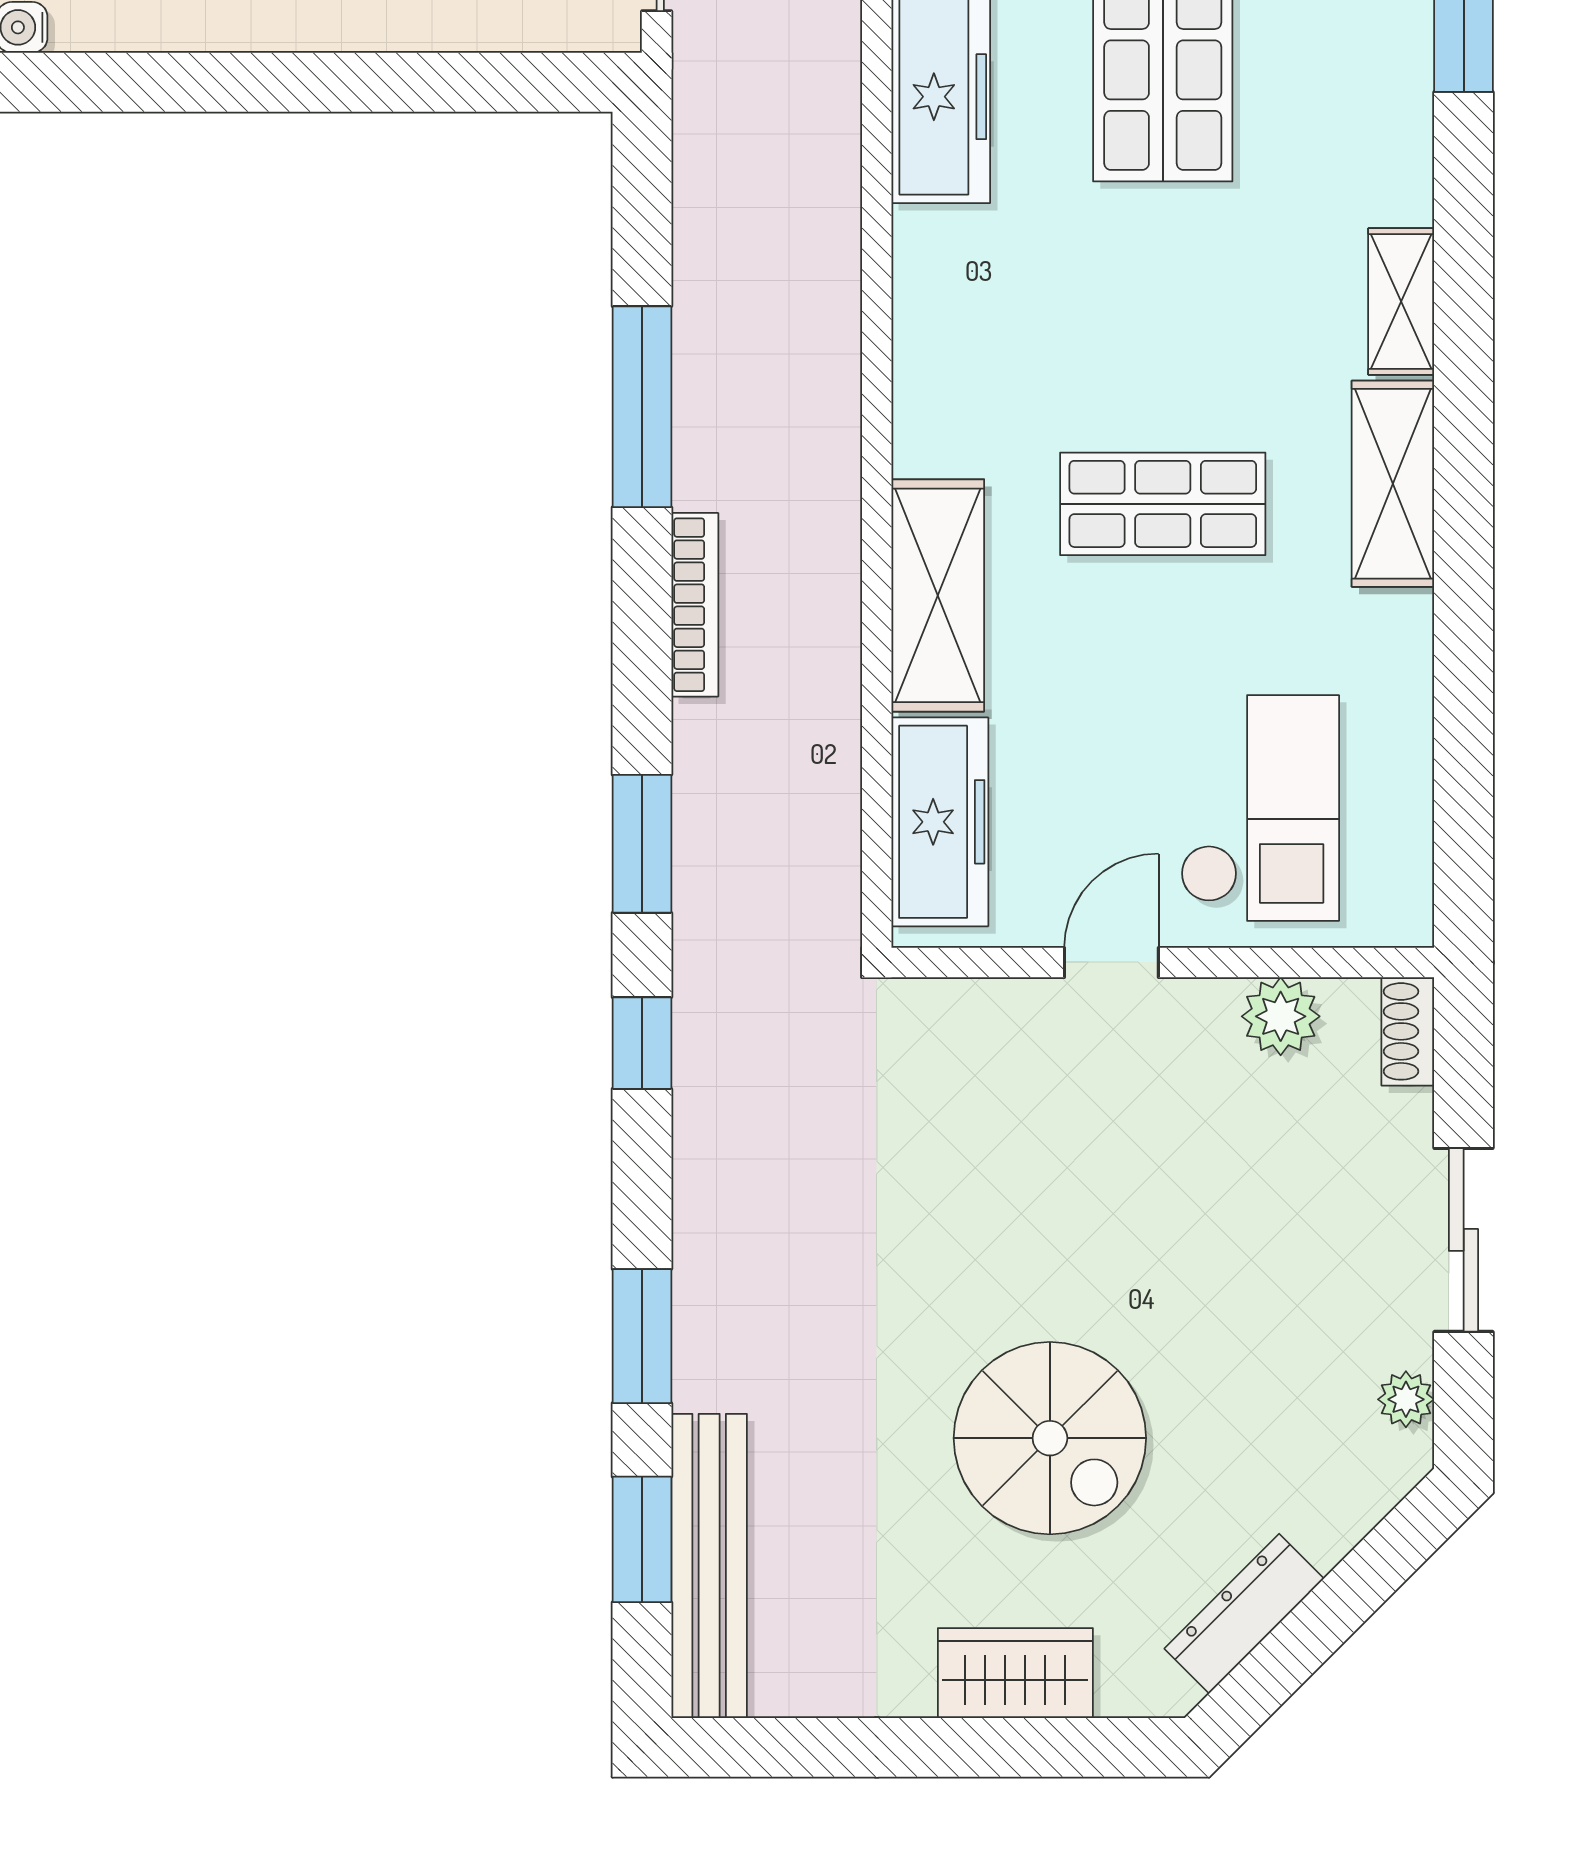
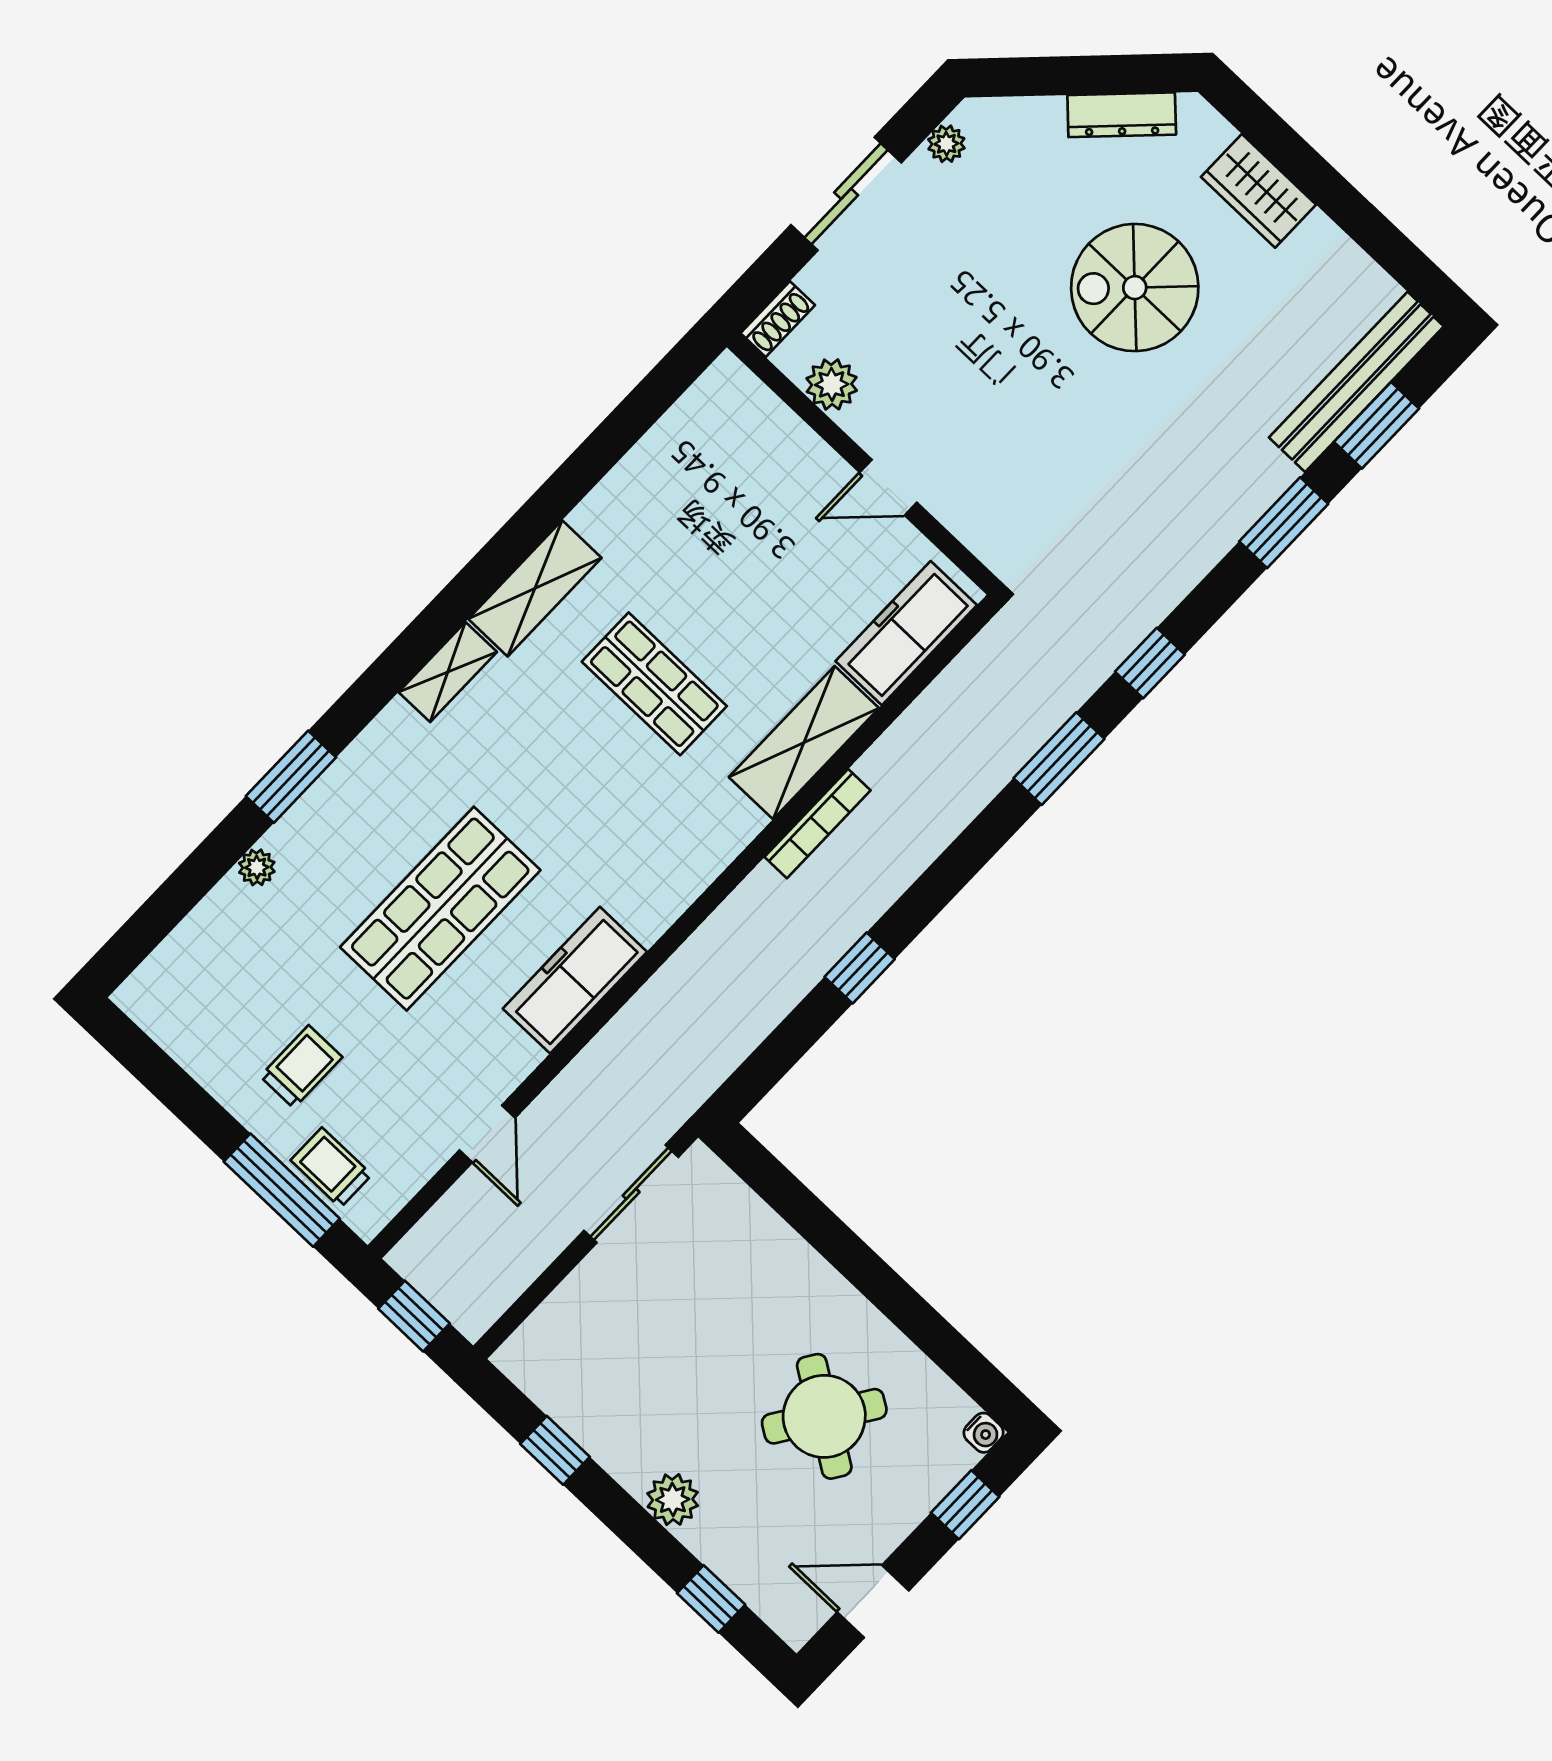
window: (642, 407) -> (860, 968), width x0.46
bookcase: (695, 605) -> (817, 824), moved, turned 180
checkout: (1260, 808) -> (747, 494), removed
spiral stairs: (1050, 1438) -> (1135, 288), turned -90

